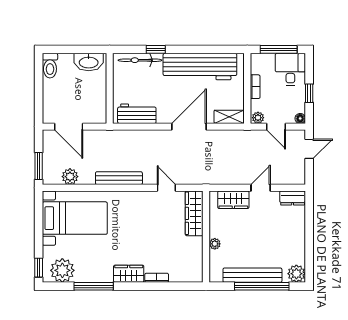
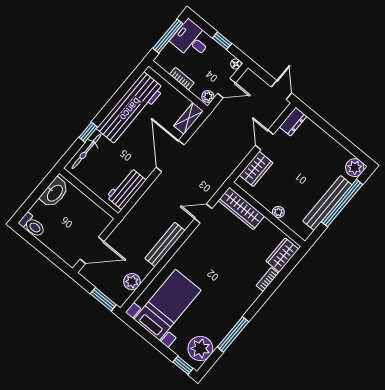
door: (309, 149) -> (281, 90), moved
wardrobe: (129, 274) -> (282, 255), moved

